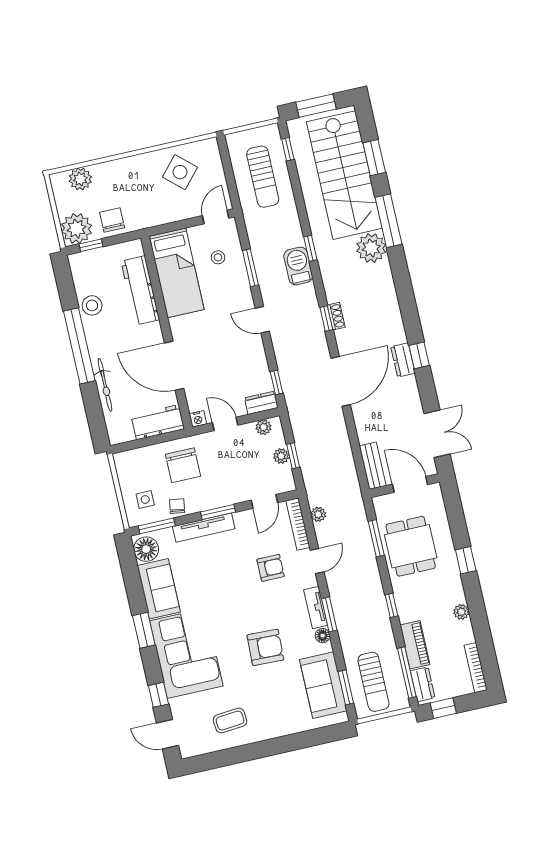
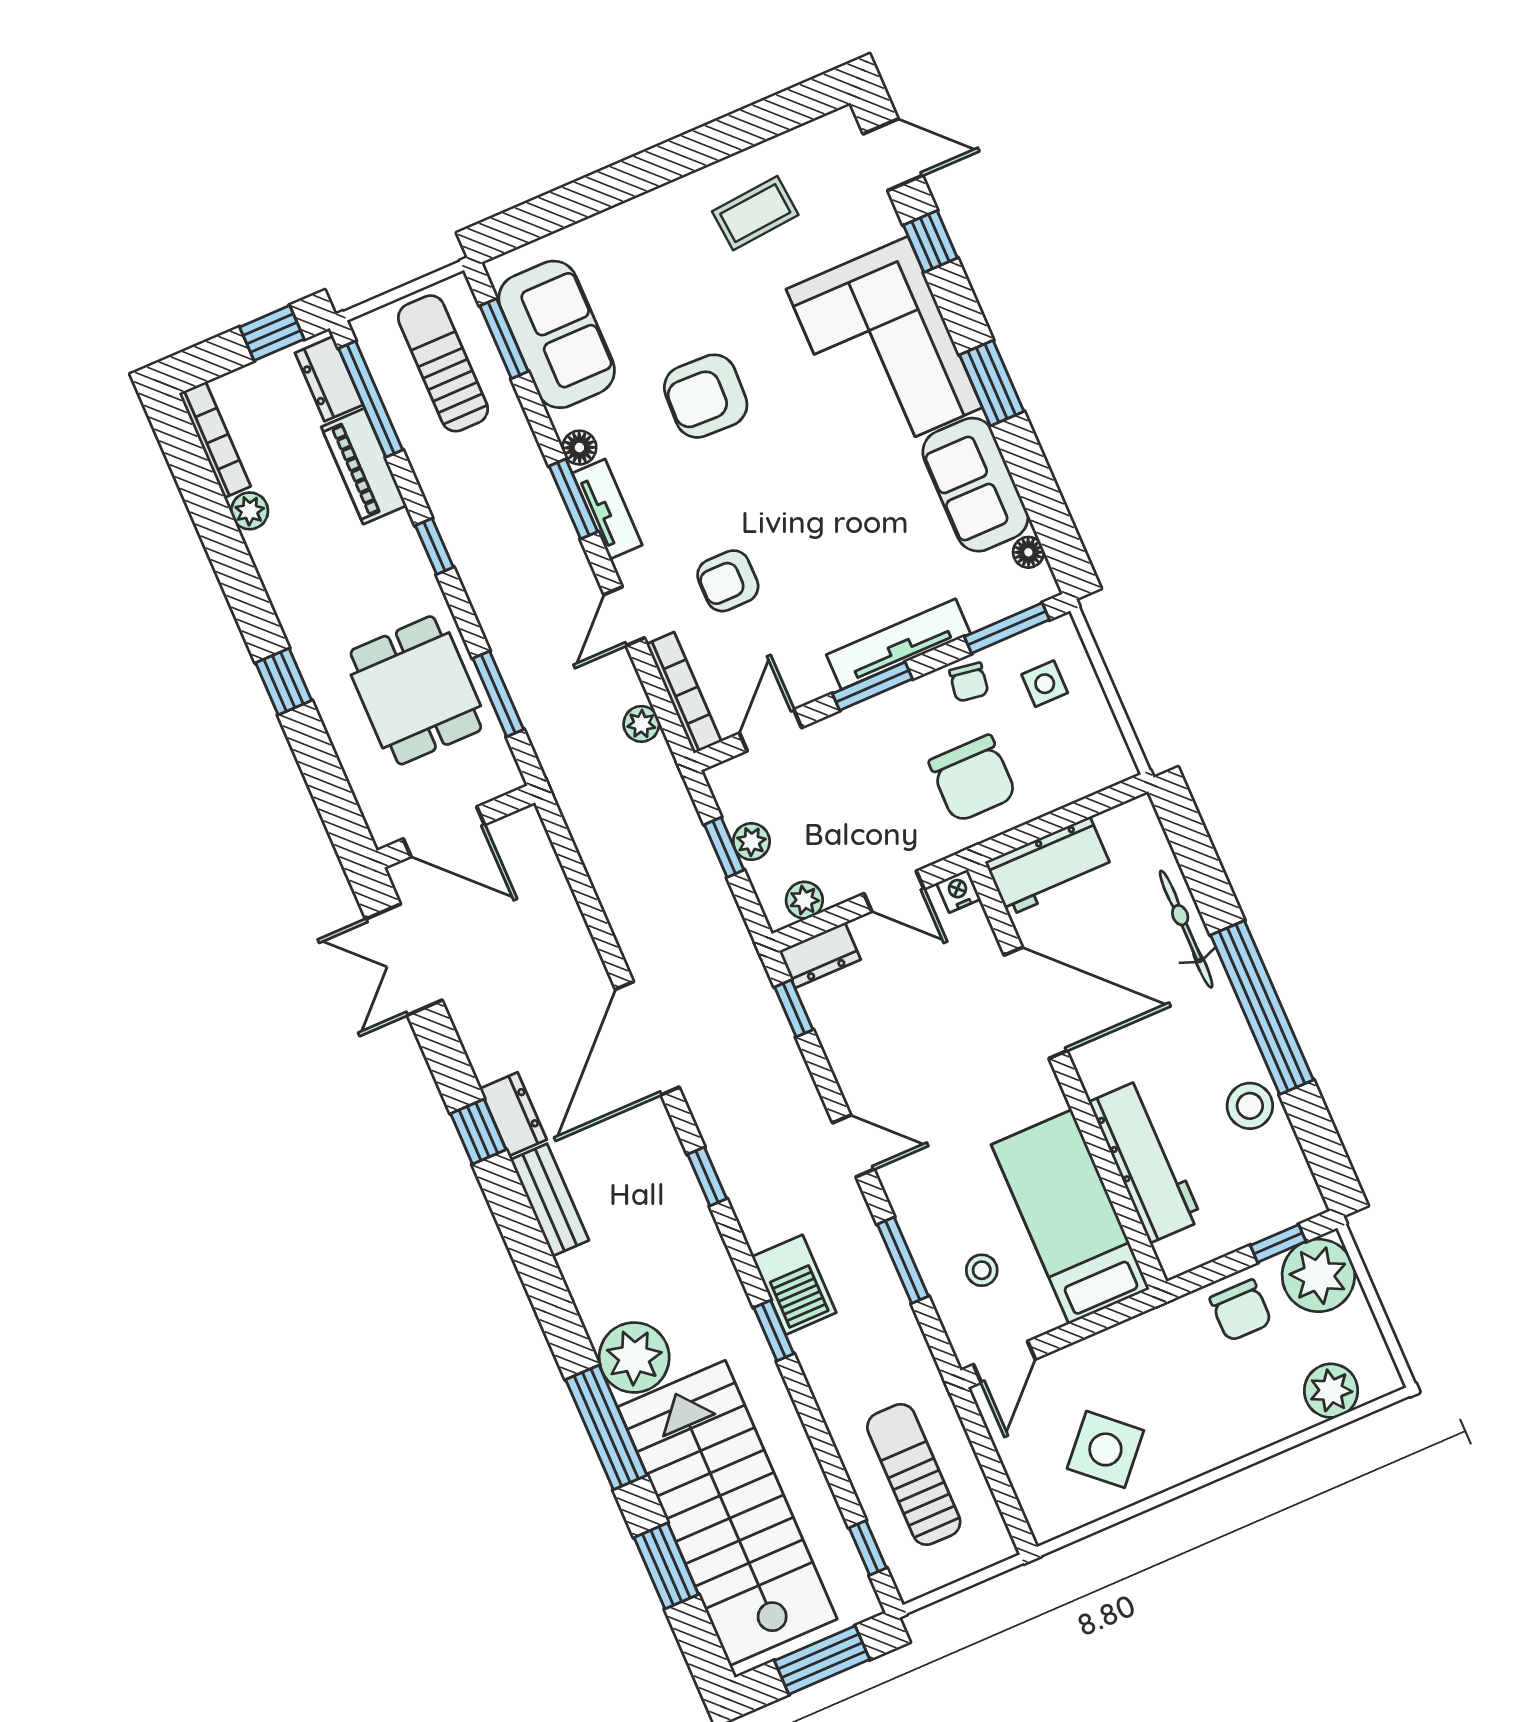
shoe rack: (336, 316) -> (685, 1186), removed
chair: (183, 465) -> (973, 779), turned 180
bench: (373, 466) -> (550, 1200), moved
floor lamp: (146, 549) -> (1028, 552), width x0.53, depth x0.53
plant: (461, 612) -> (250, 511), moved

